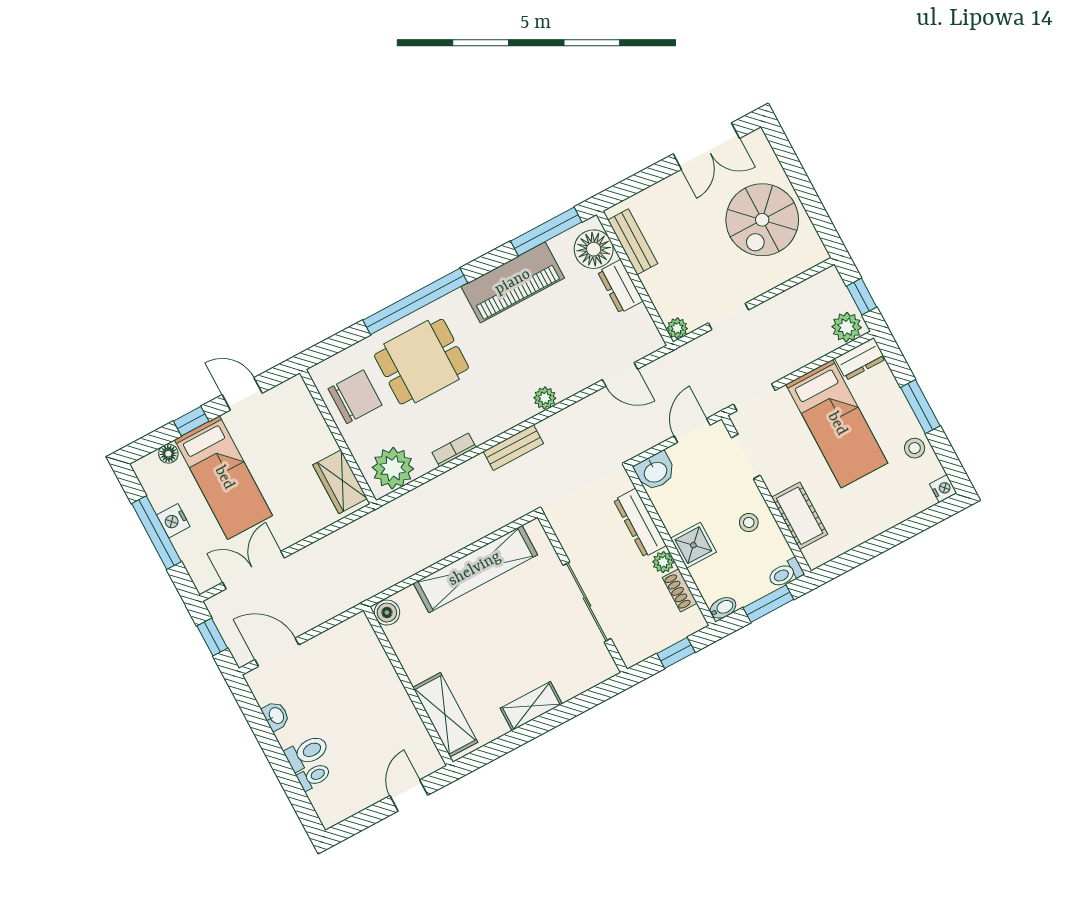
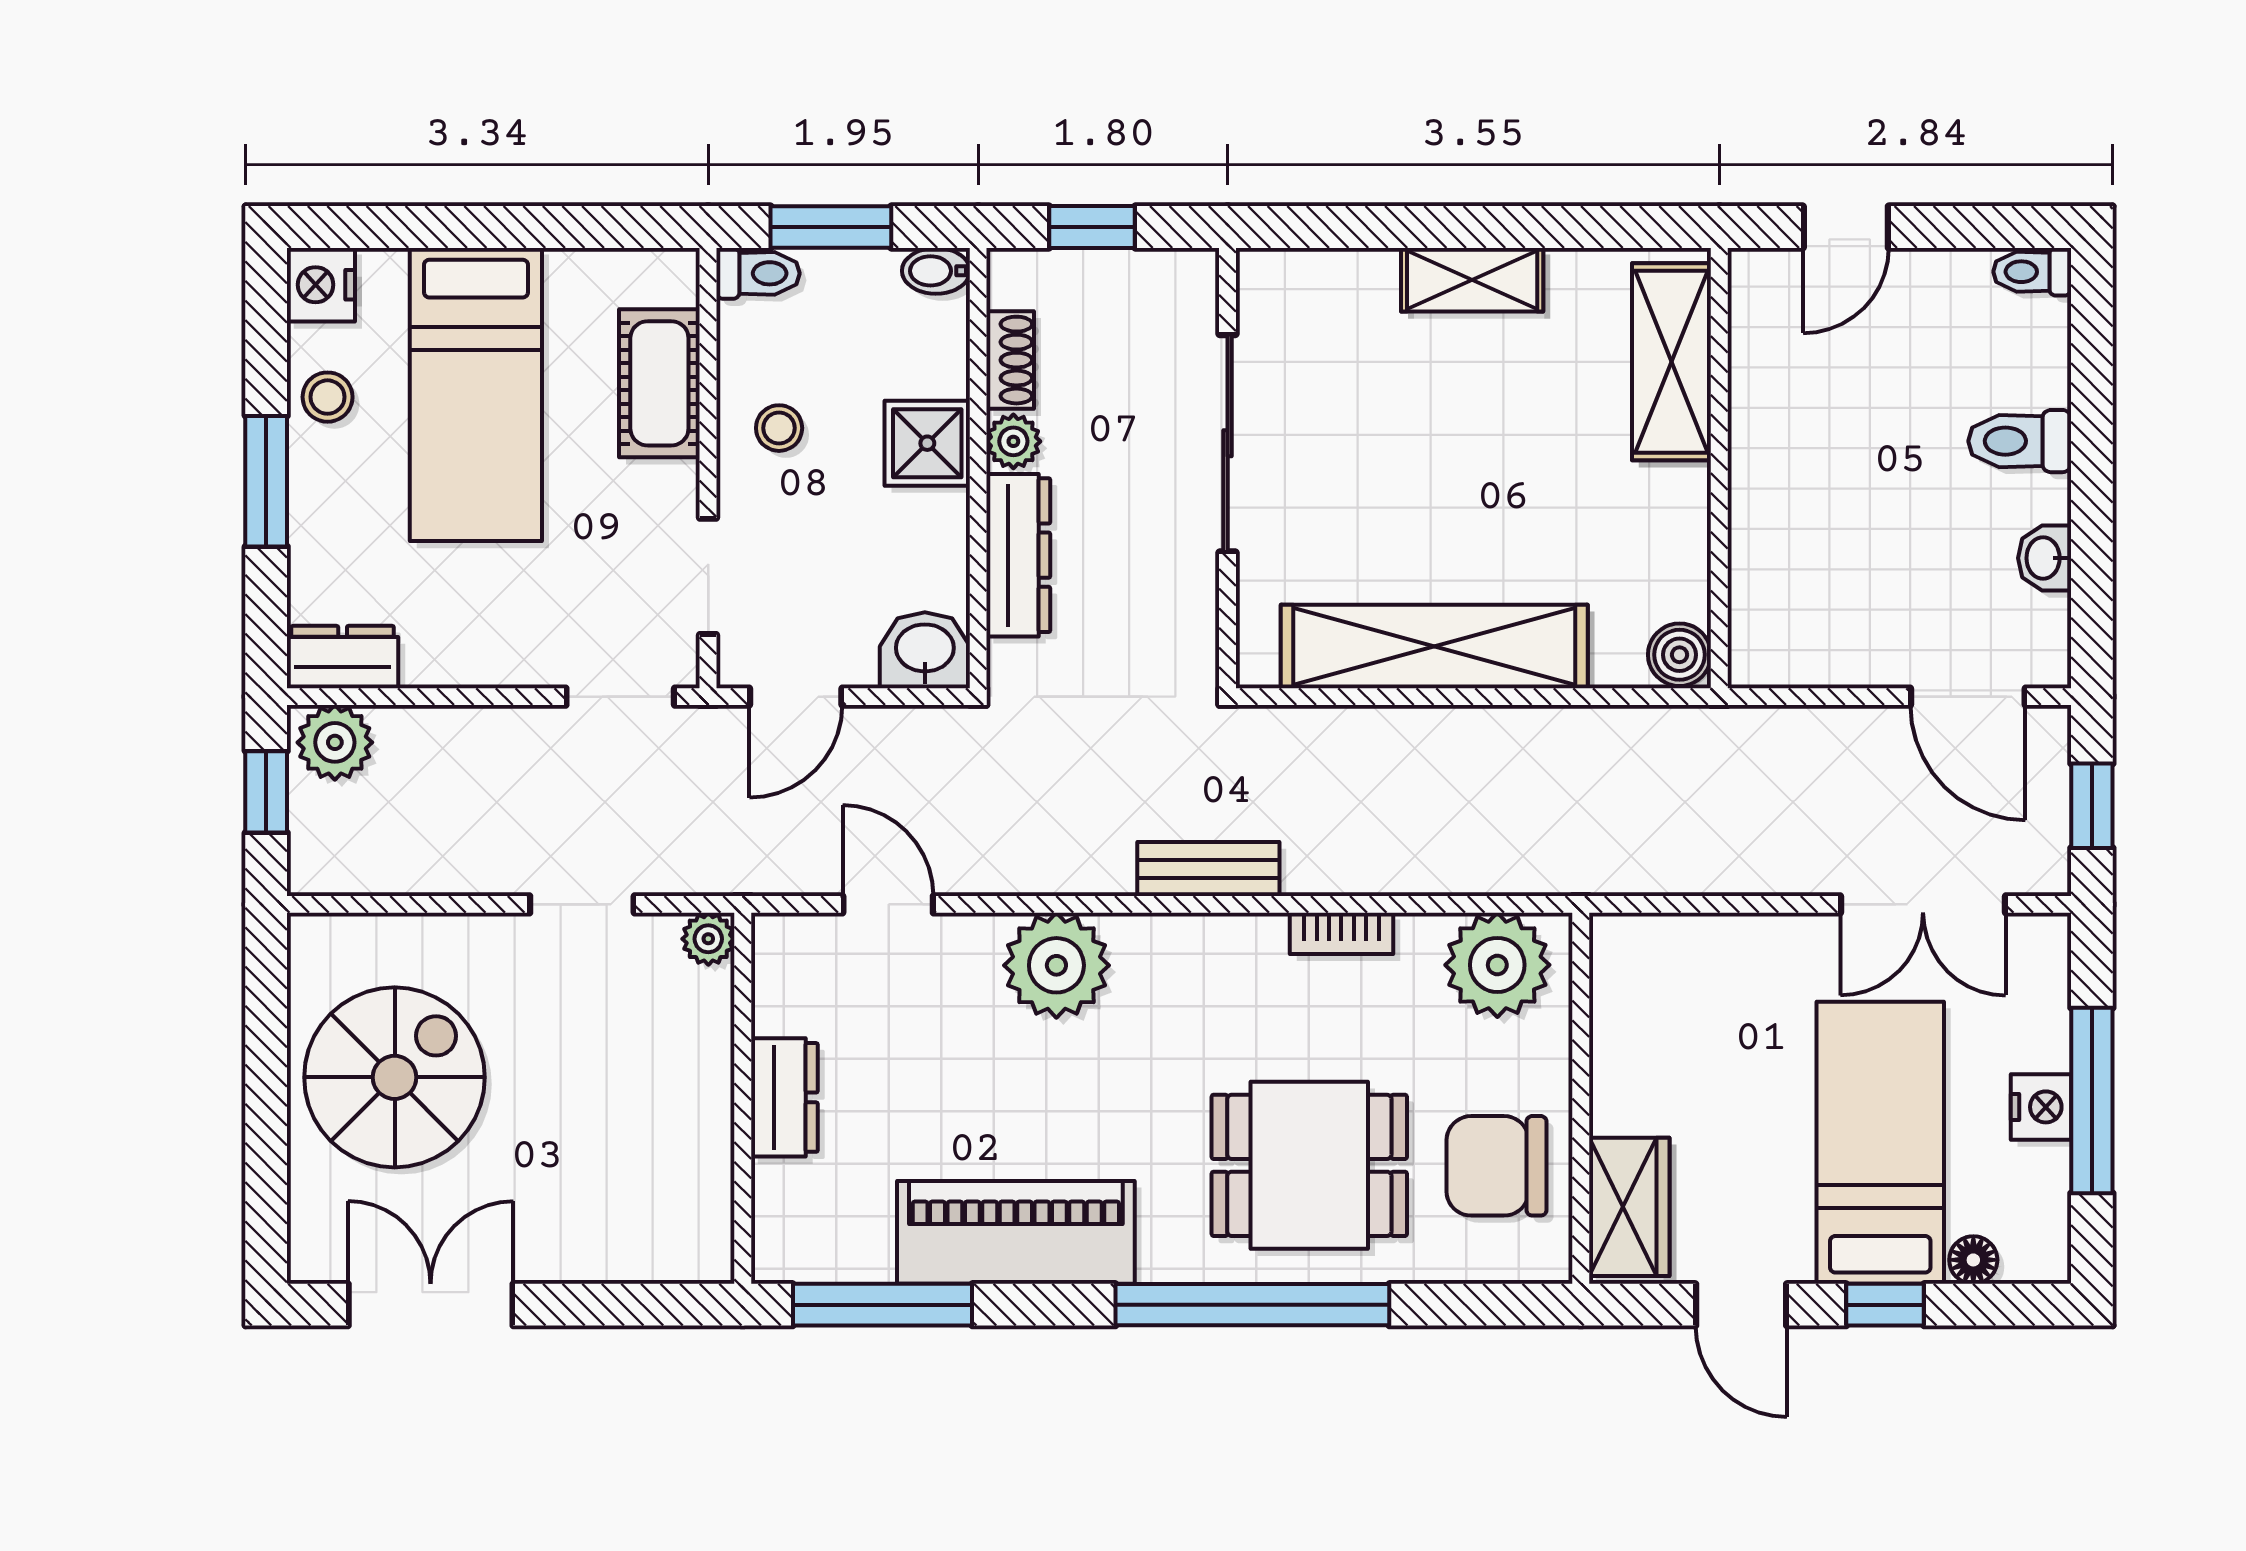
bench: (633, 242) -> (705, 1181), removed
floor lamp: (594, 249) -> (799, 1211), removed
plant: (545, 398) -> (1056, 965), width x1.88, depth x1.88
bed: (837, 424) -> (476, 394), moved, turned 180
wardrobe: (340, 482) -> (1629, 1207), moved
nightstand: (943, 489) -> (321, 285), width x1.39, depth x1.35
toilet: (314, 776) -> (2032, 272), moved

